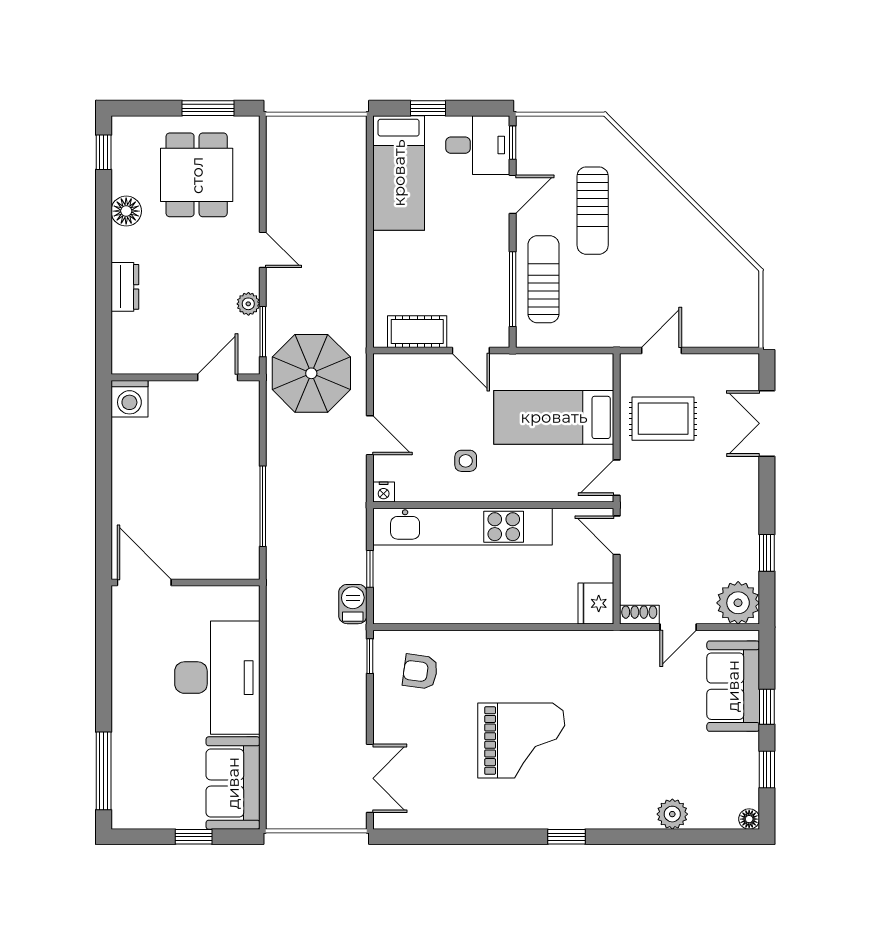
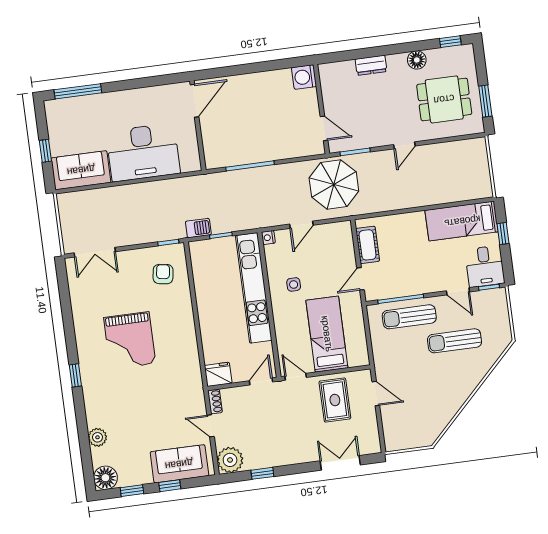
sun lounger: (543, 279) -> (409, 317), turned 180
plant: (248, 304) -> (371, 141), removed
floor lamp: (749, 819) -> (105, 478), width x1.89, depth x1.89

